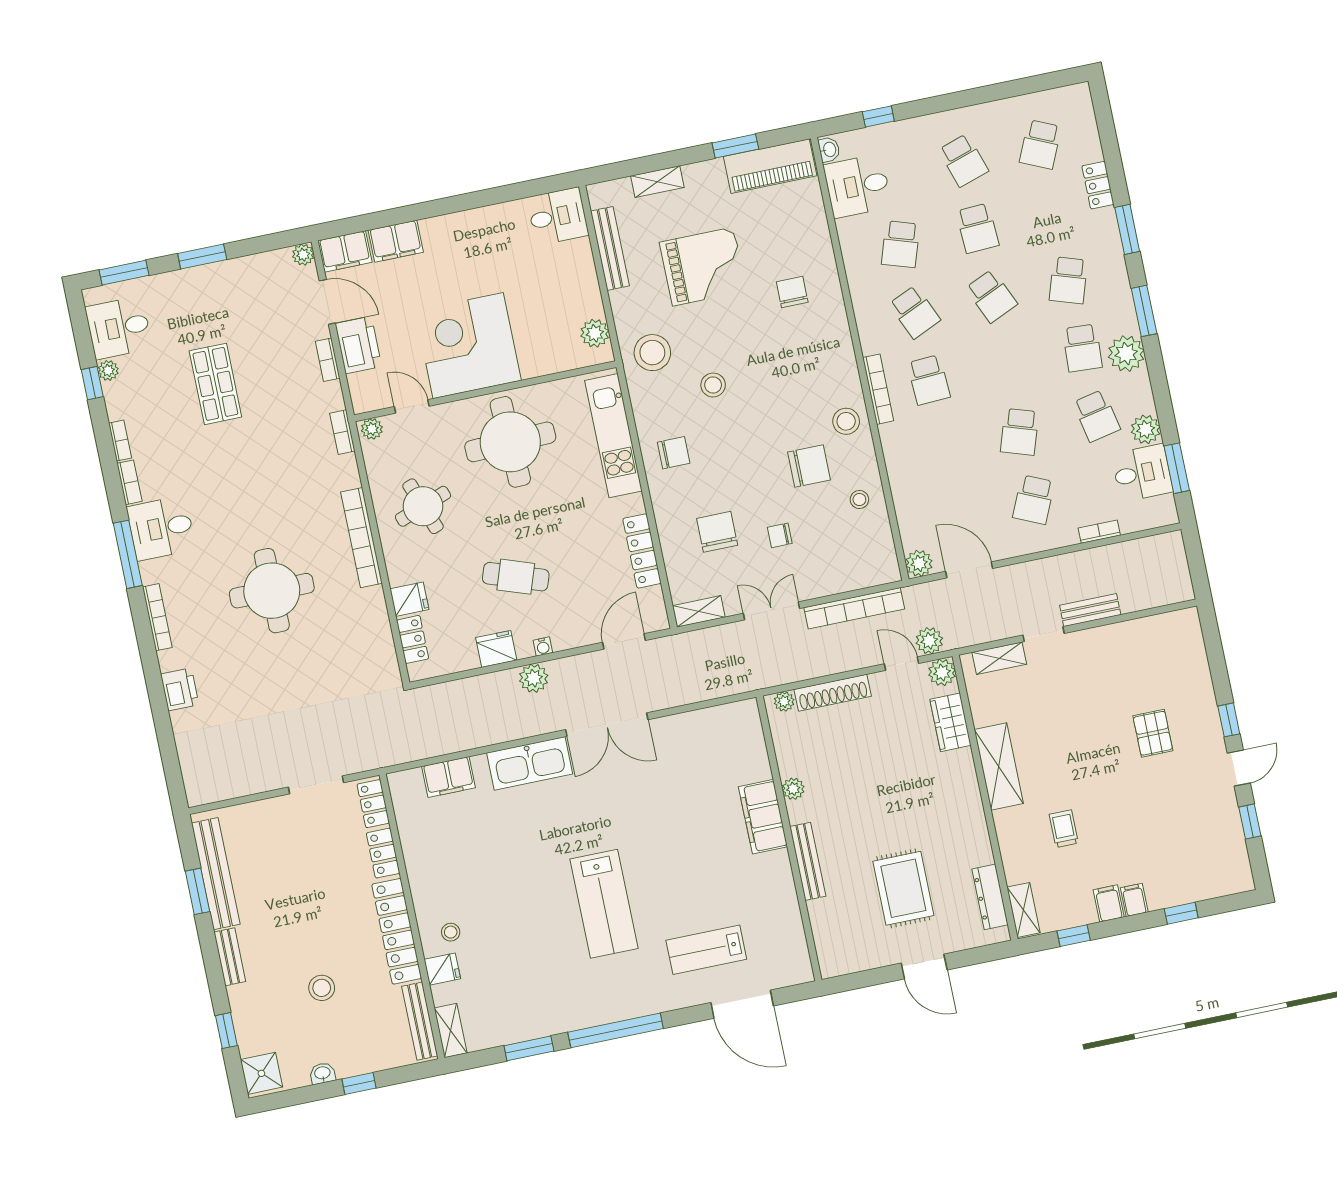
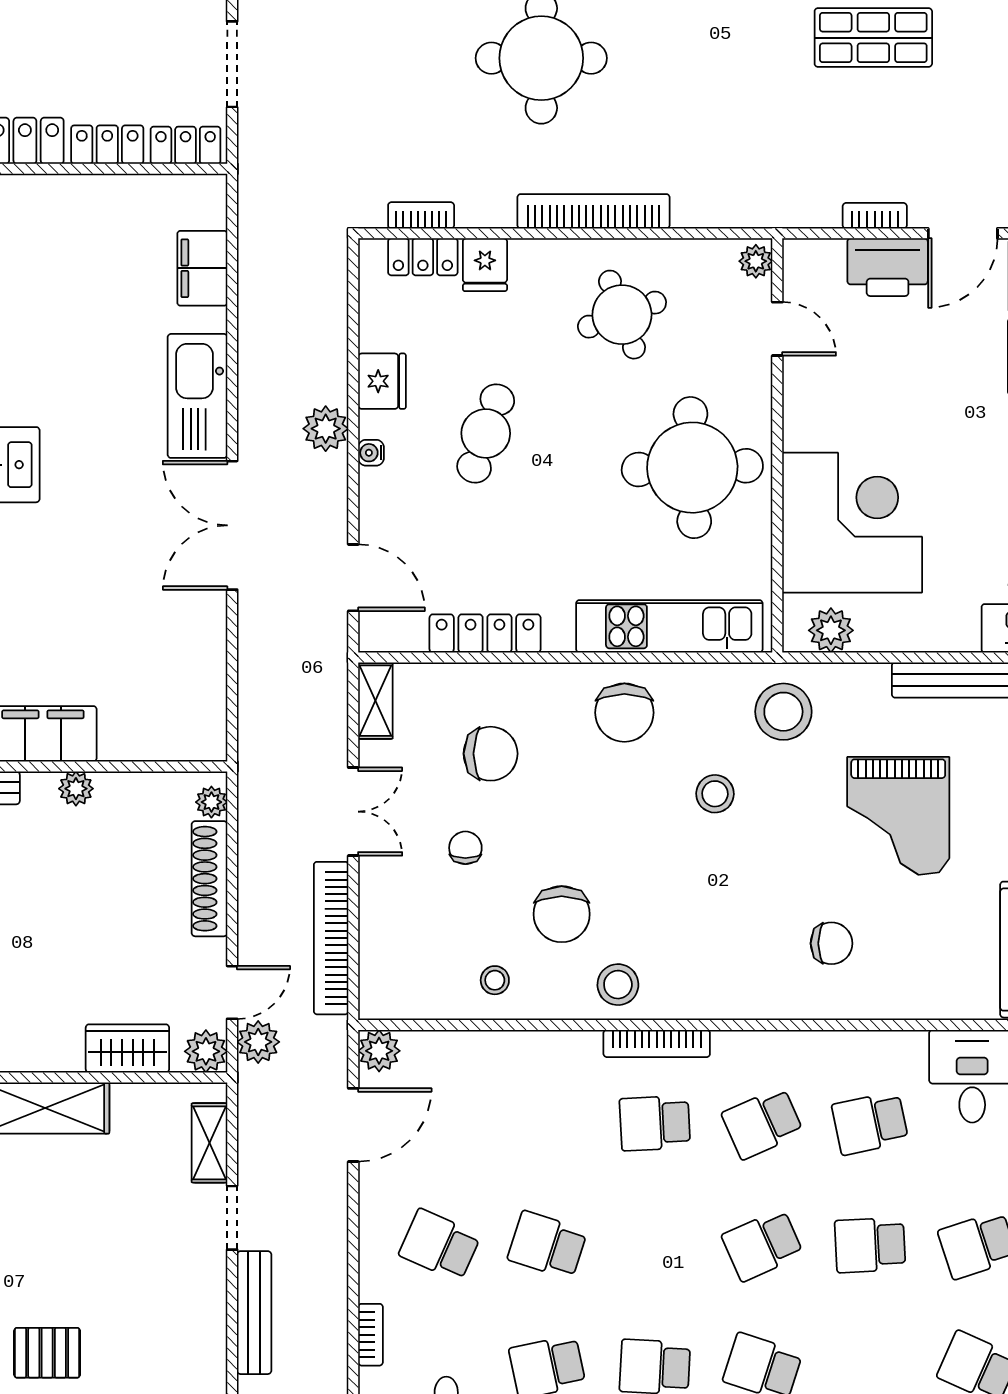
school desk: (901, 244) -> (870, 1123), turned -30
corner desk: (468, 346) -> (852, 523), moved
door: (412, 406) -> (777, 329), hinge flipped
bookcase: (342, 432) -> (421, 215), moved
chair: (674, 453) -> (624, 713), width x1.37, depth x1.37
bench: (1090, 610) -> (254, 1313), width x1.36

